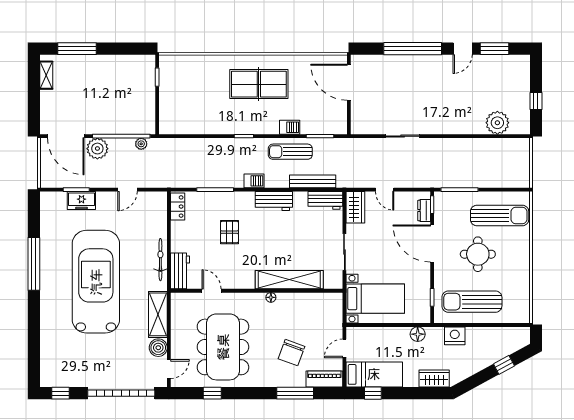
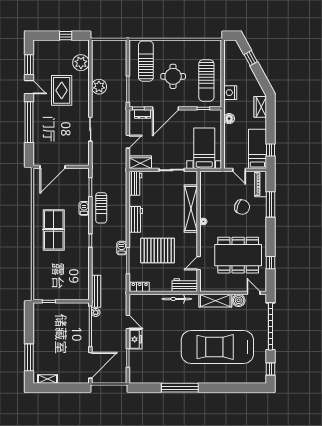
rug: (458, 95) -> (62, 90), added
plant: (97, 149) -> (99, 87), moved
barbecue: (254, 181) -> (122, 248), moved
bench: (313, 181) -> (96, 291), moved
freezer: (81, 201) -> (135, 339), moved
pallet: (229, 232) -> (158, 251), width x2.05, depth x2.00
car: (96, 282) -> (217, 347), moved

